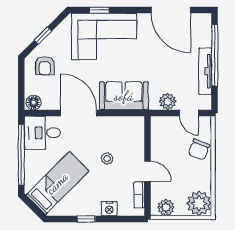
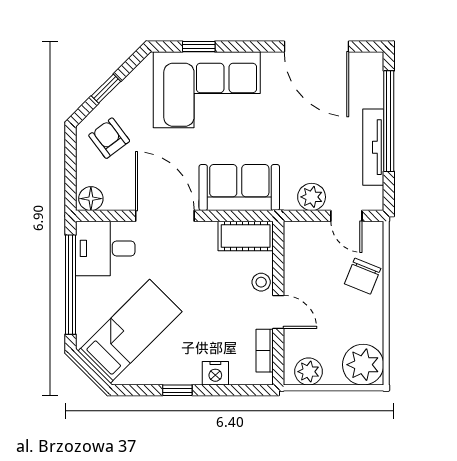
armchair: (45, 66) -> (109, 138), turned 143
cot: (128, 125) -> (246, 236), added
stool: (107, 159) -> (261, 282), moved

